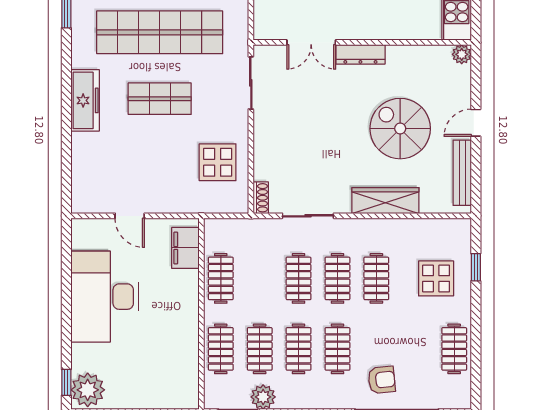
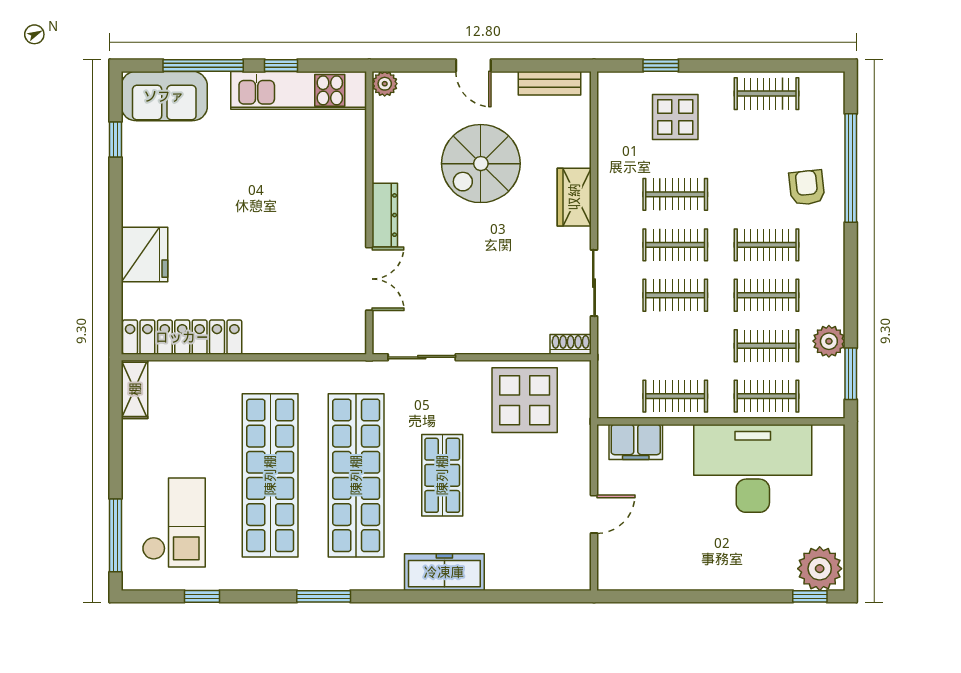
display table: (218, 162) -> (525, 400), width x1.36, depth x1.36
bench: (462, 173) -> (549, 83), width x0.73
wardrobe: (385, 201) -> (574, 197), width x0.67
desk: (105, 297) -> (753, 468), moved, turned 180

